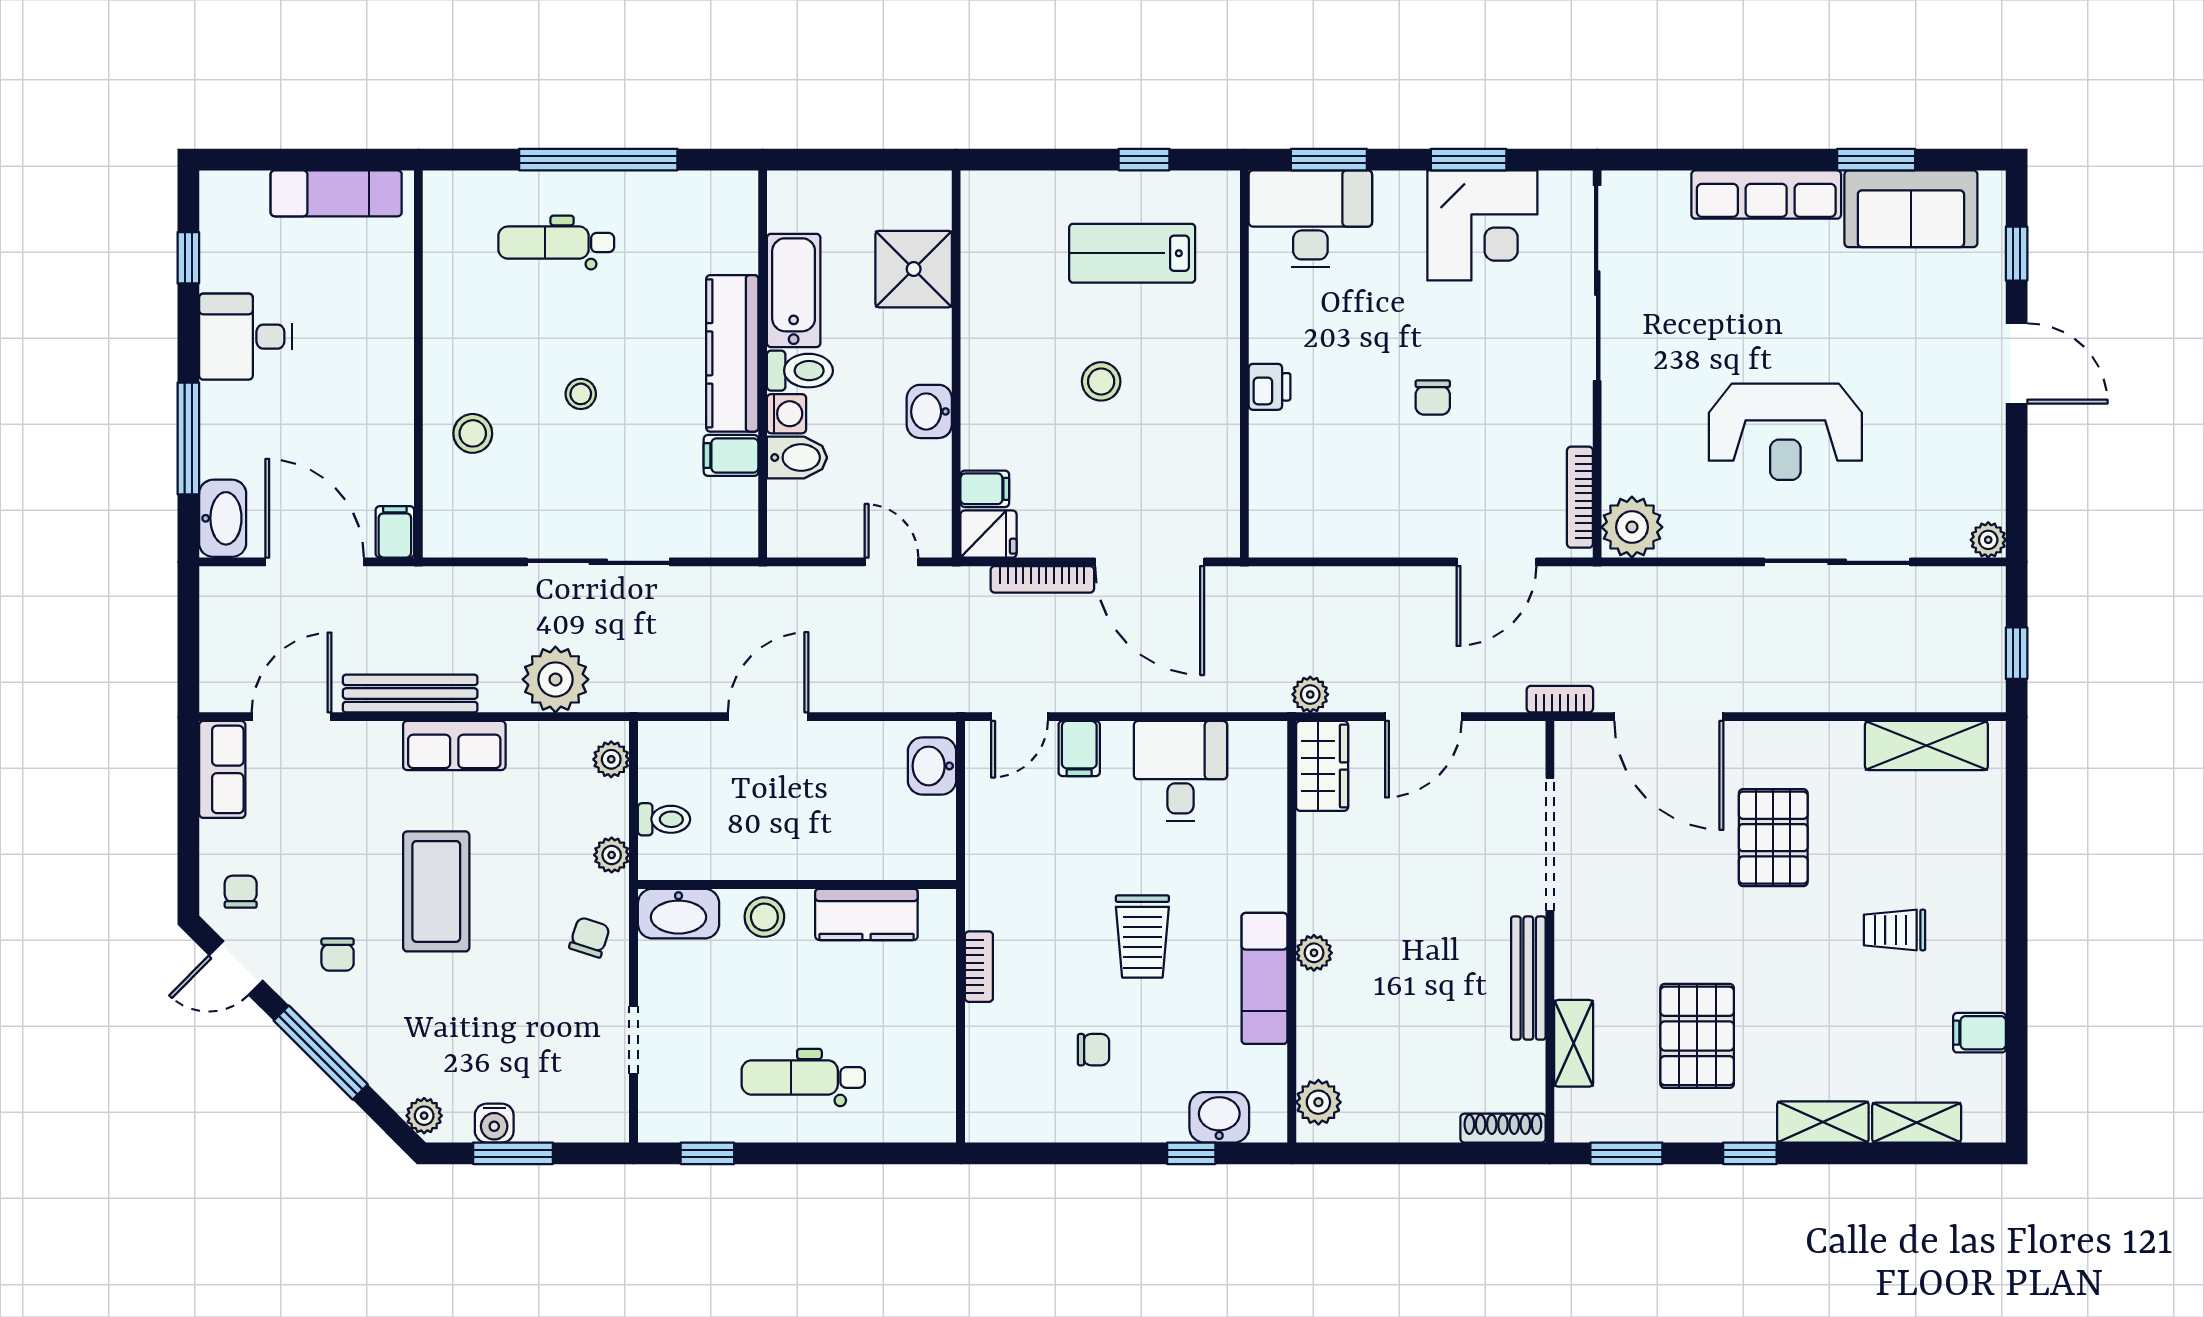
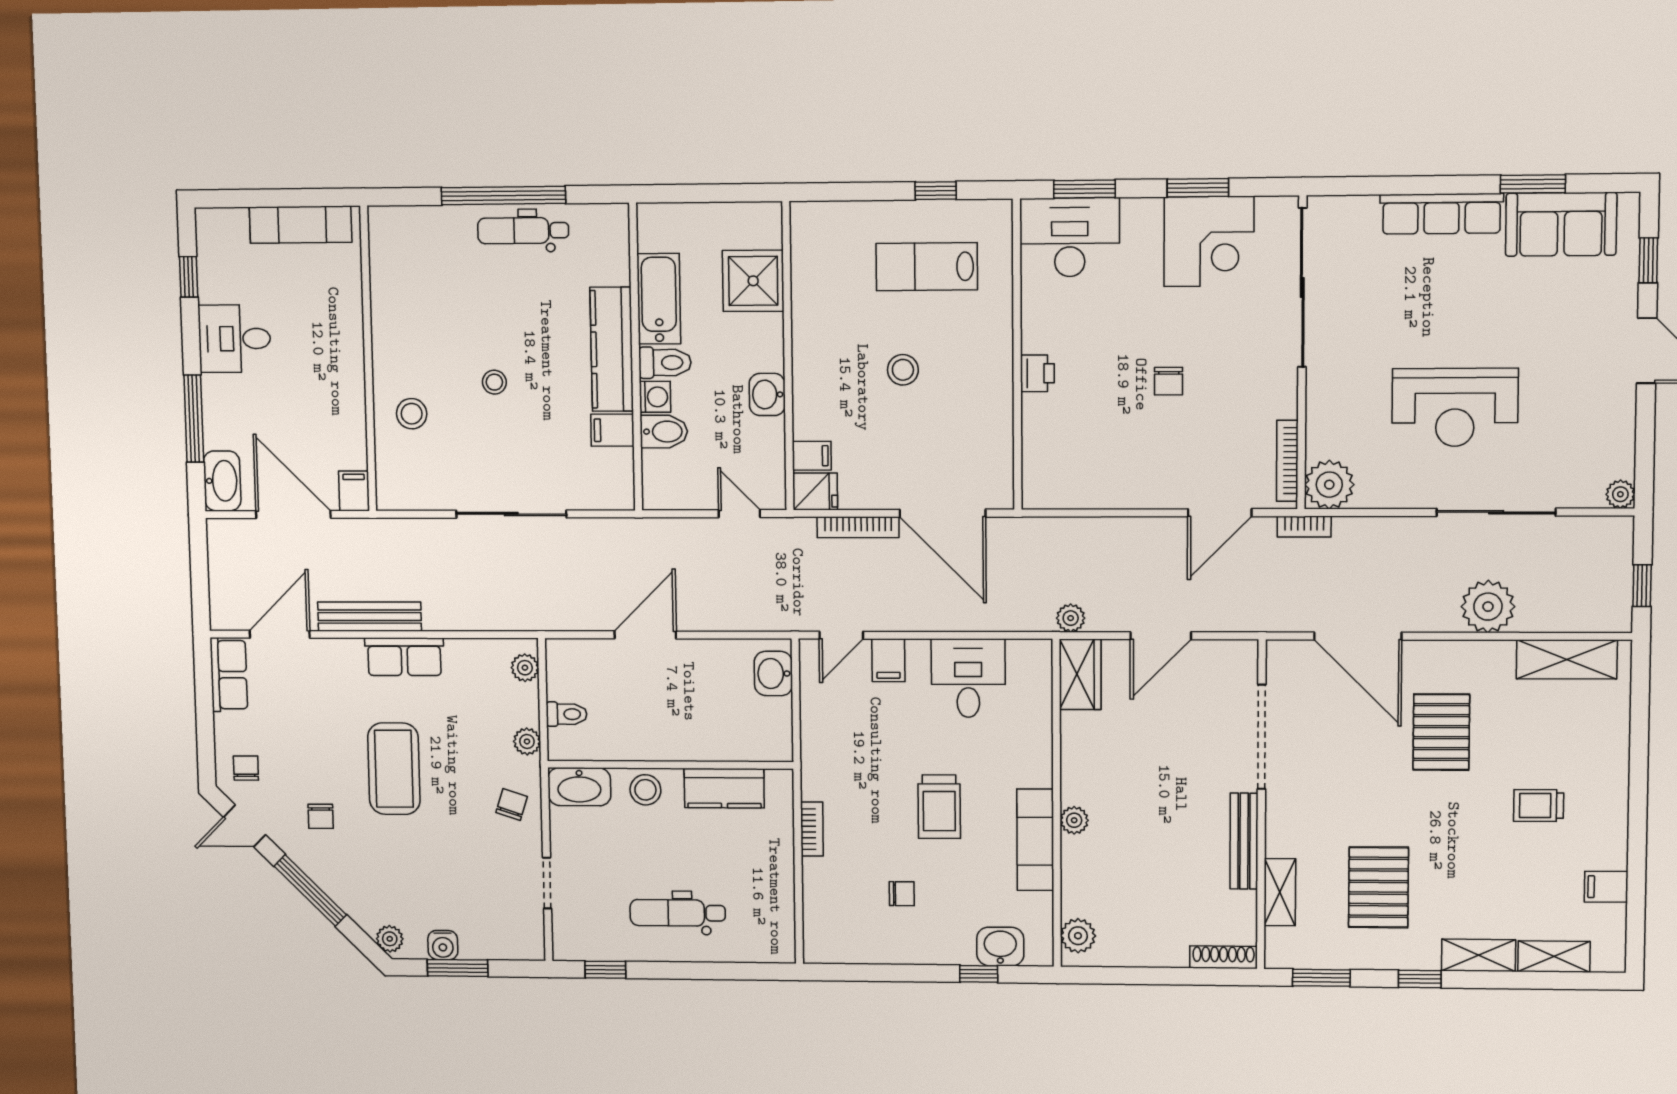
dental chair: (556, 243) -> (523, 231), moved
plant: (555, 679) -> (1488, 607), moved
bookcase: (1560, 699) -> (1304, 527), moved, turned 180

